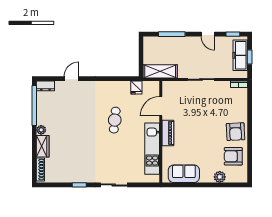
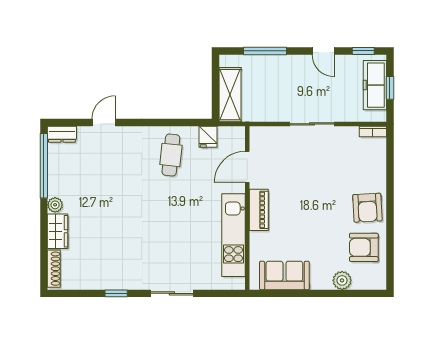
shelving: (160, 71) -> (230, 95), moved, turned 90
cafe table: (115, 120) -> (171, 155), moved

